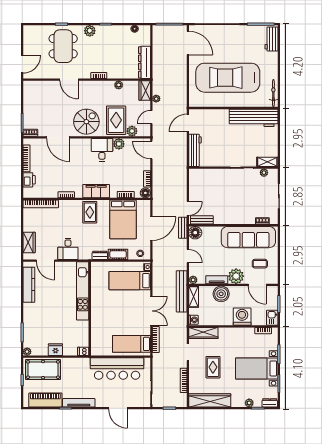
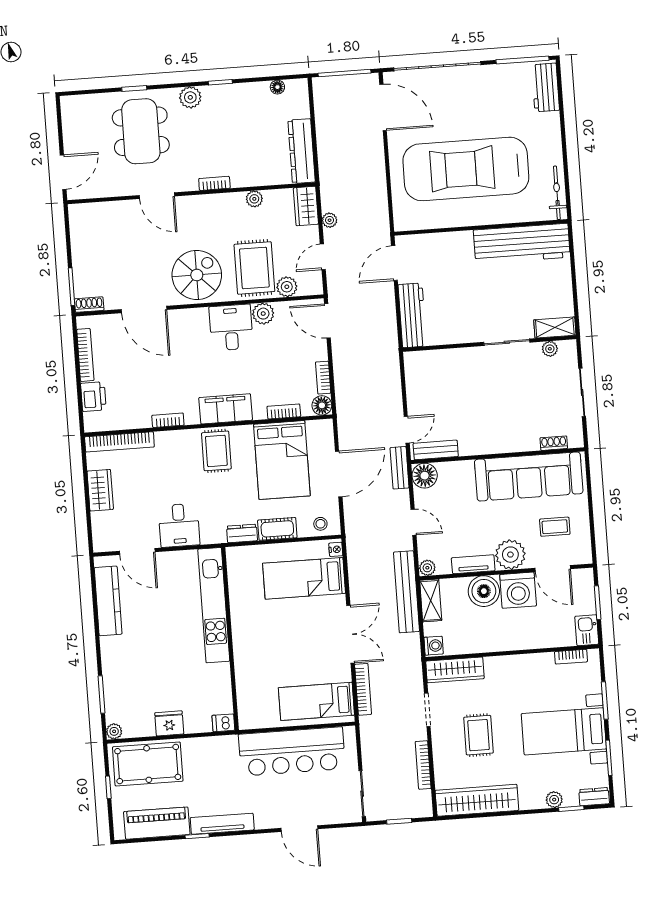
wardrobe: (29, 242) -> (100, 490), moved
washing machine: (242, 317) -> (518, 590), moved, turned 180

